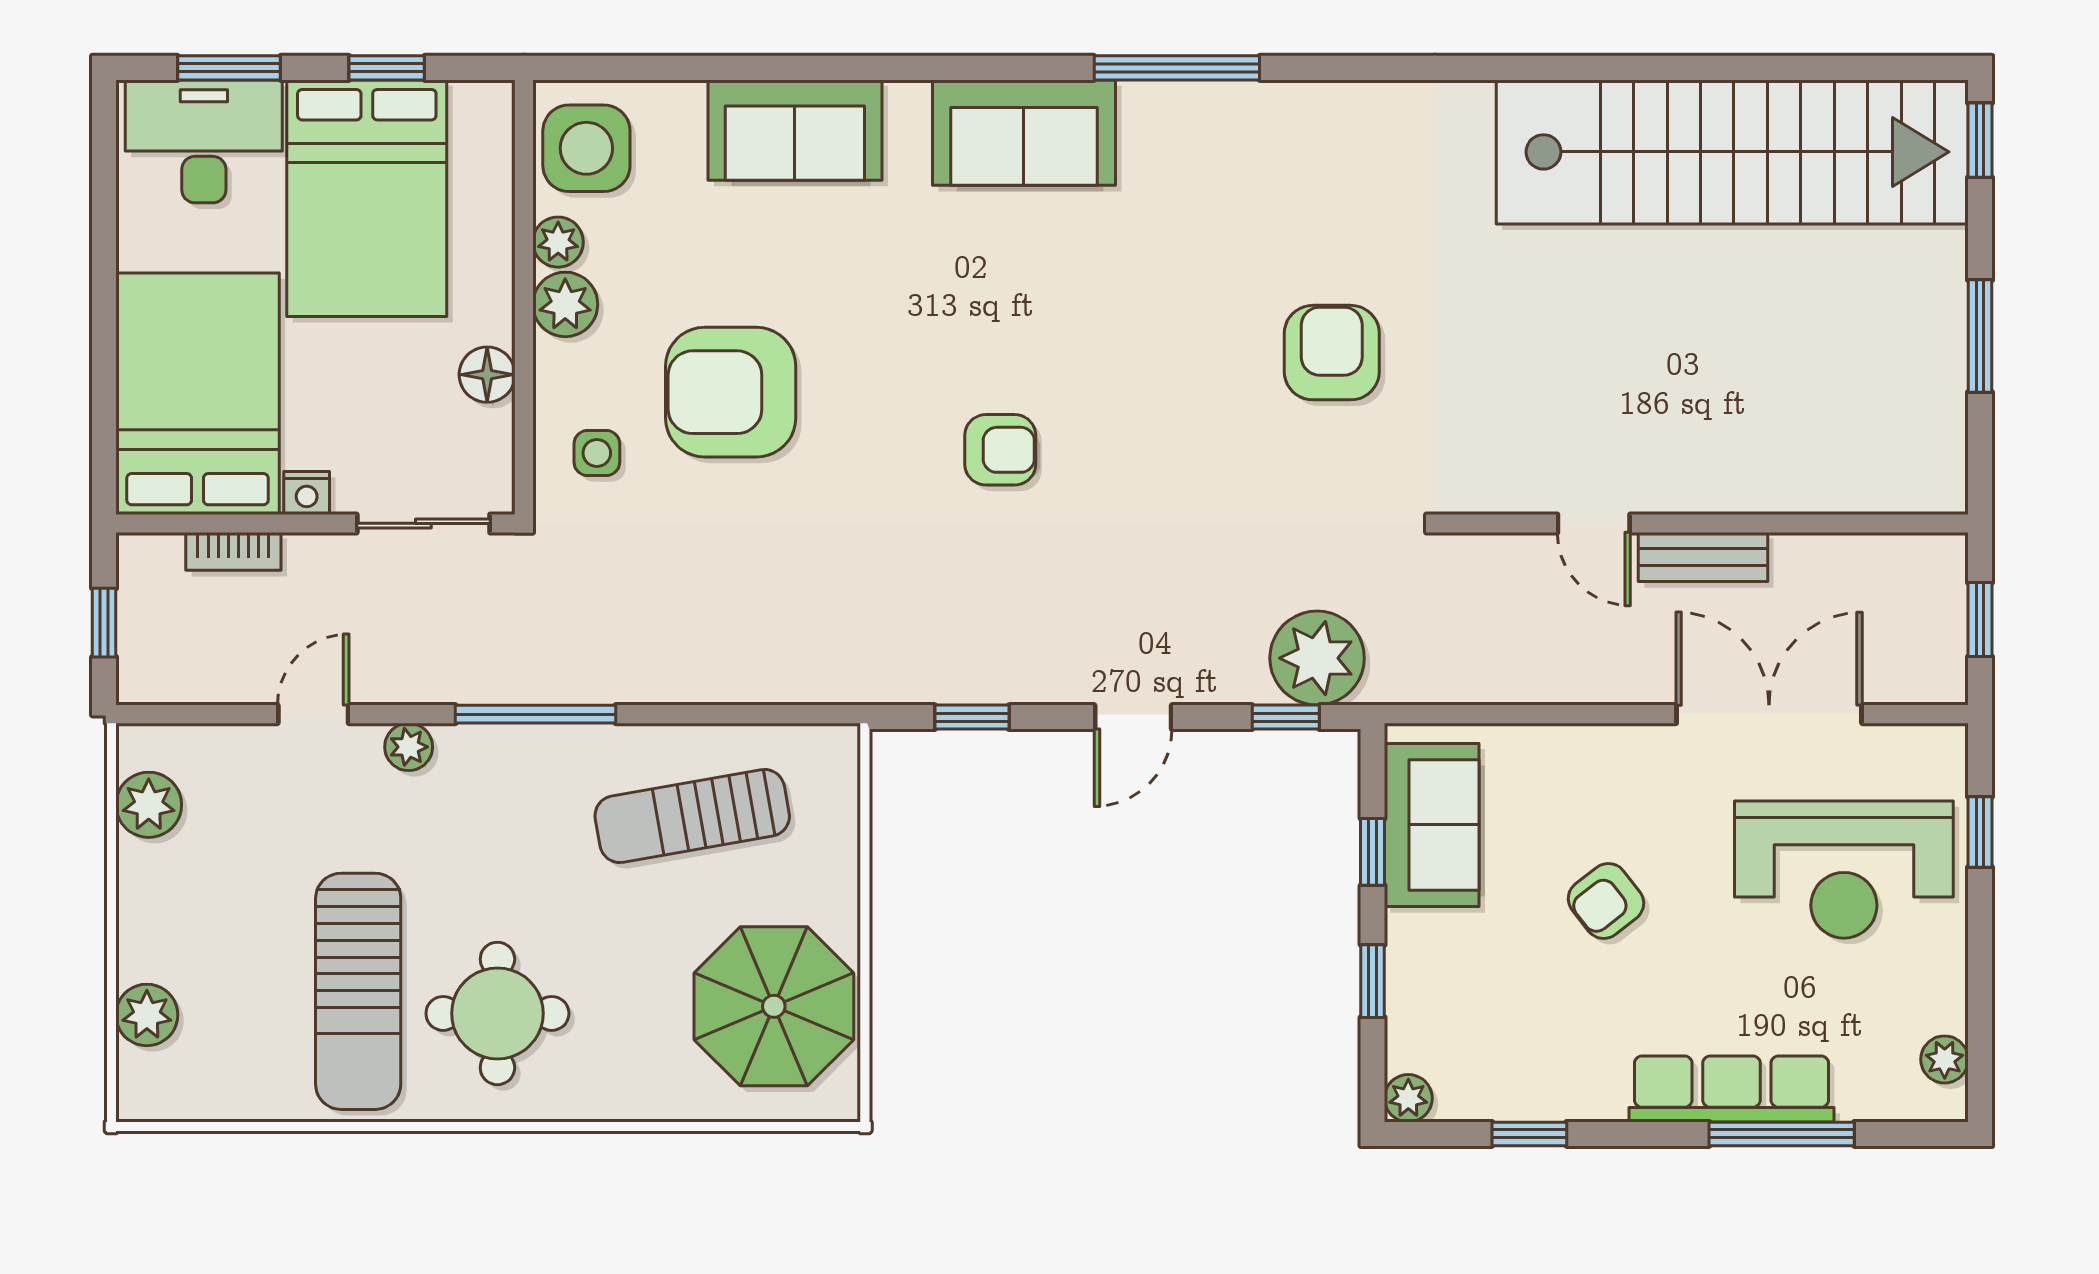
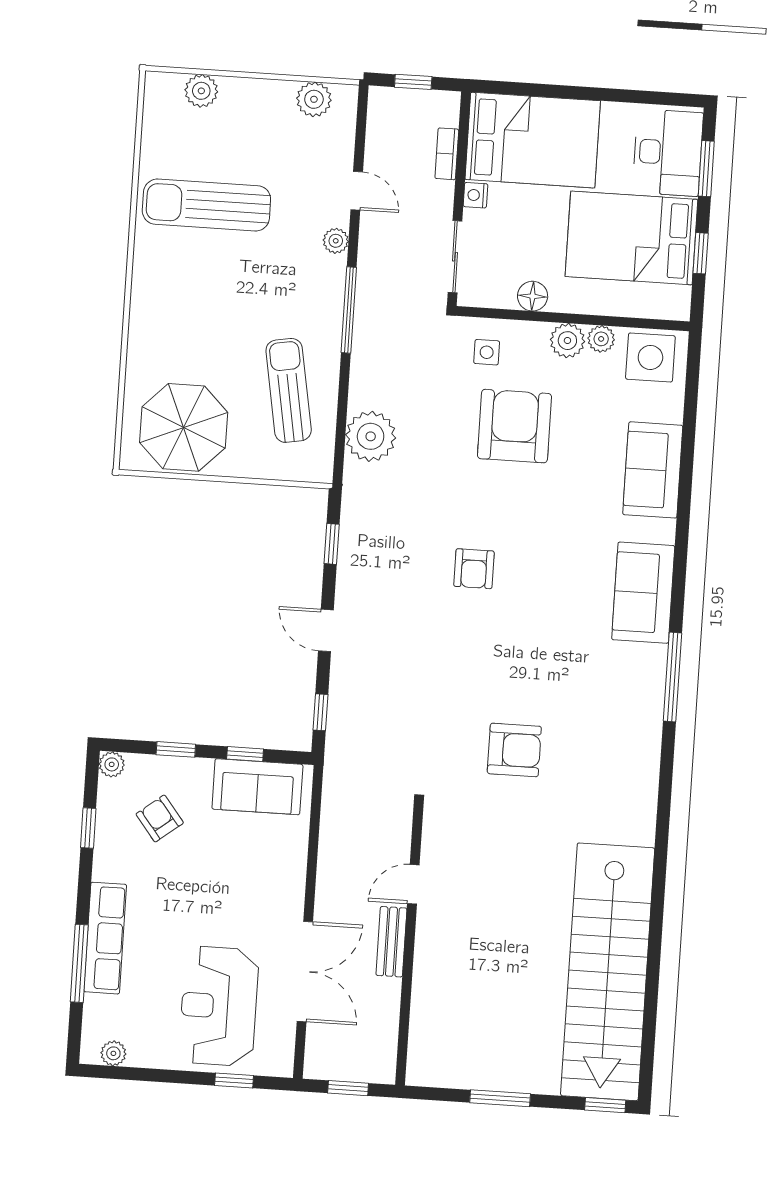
plant: (1317, 658) -> (371, 436), moved
armchair: (1606, 901) -> (160, 818), moved
round table: (497, 1013) -> (190, 279), removed

